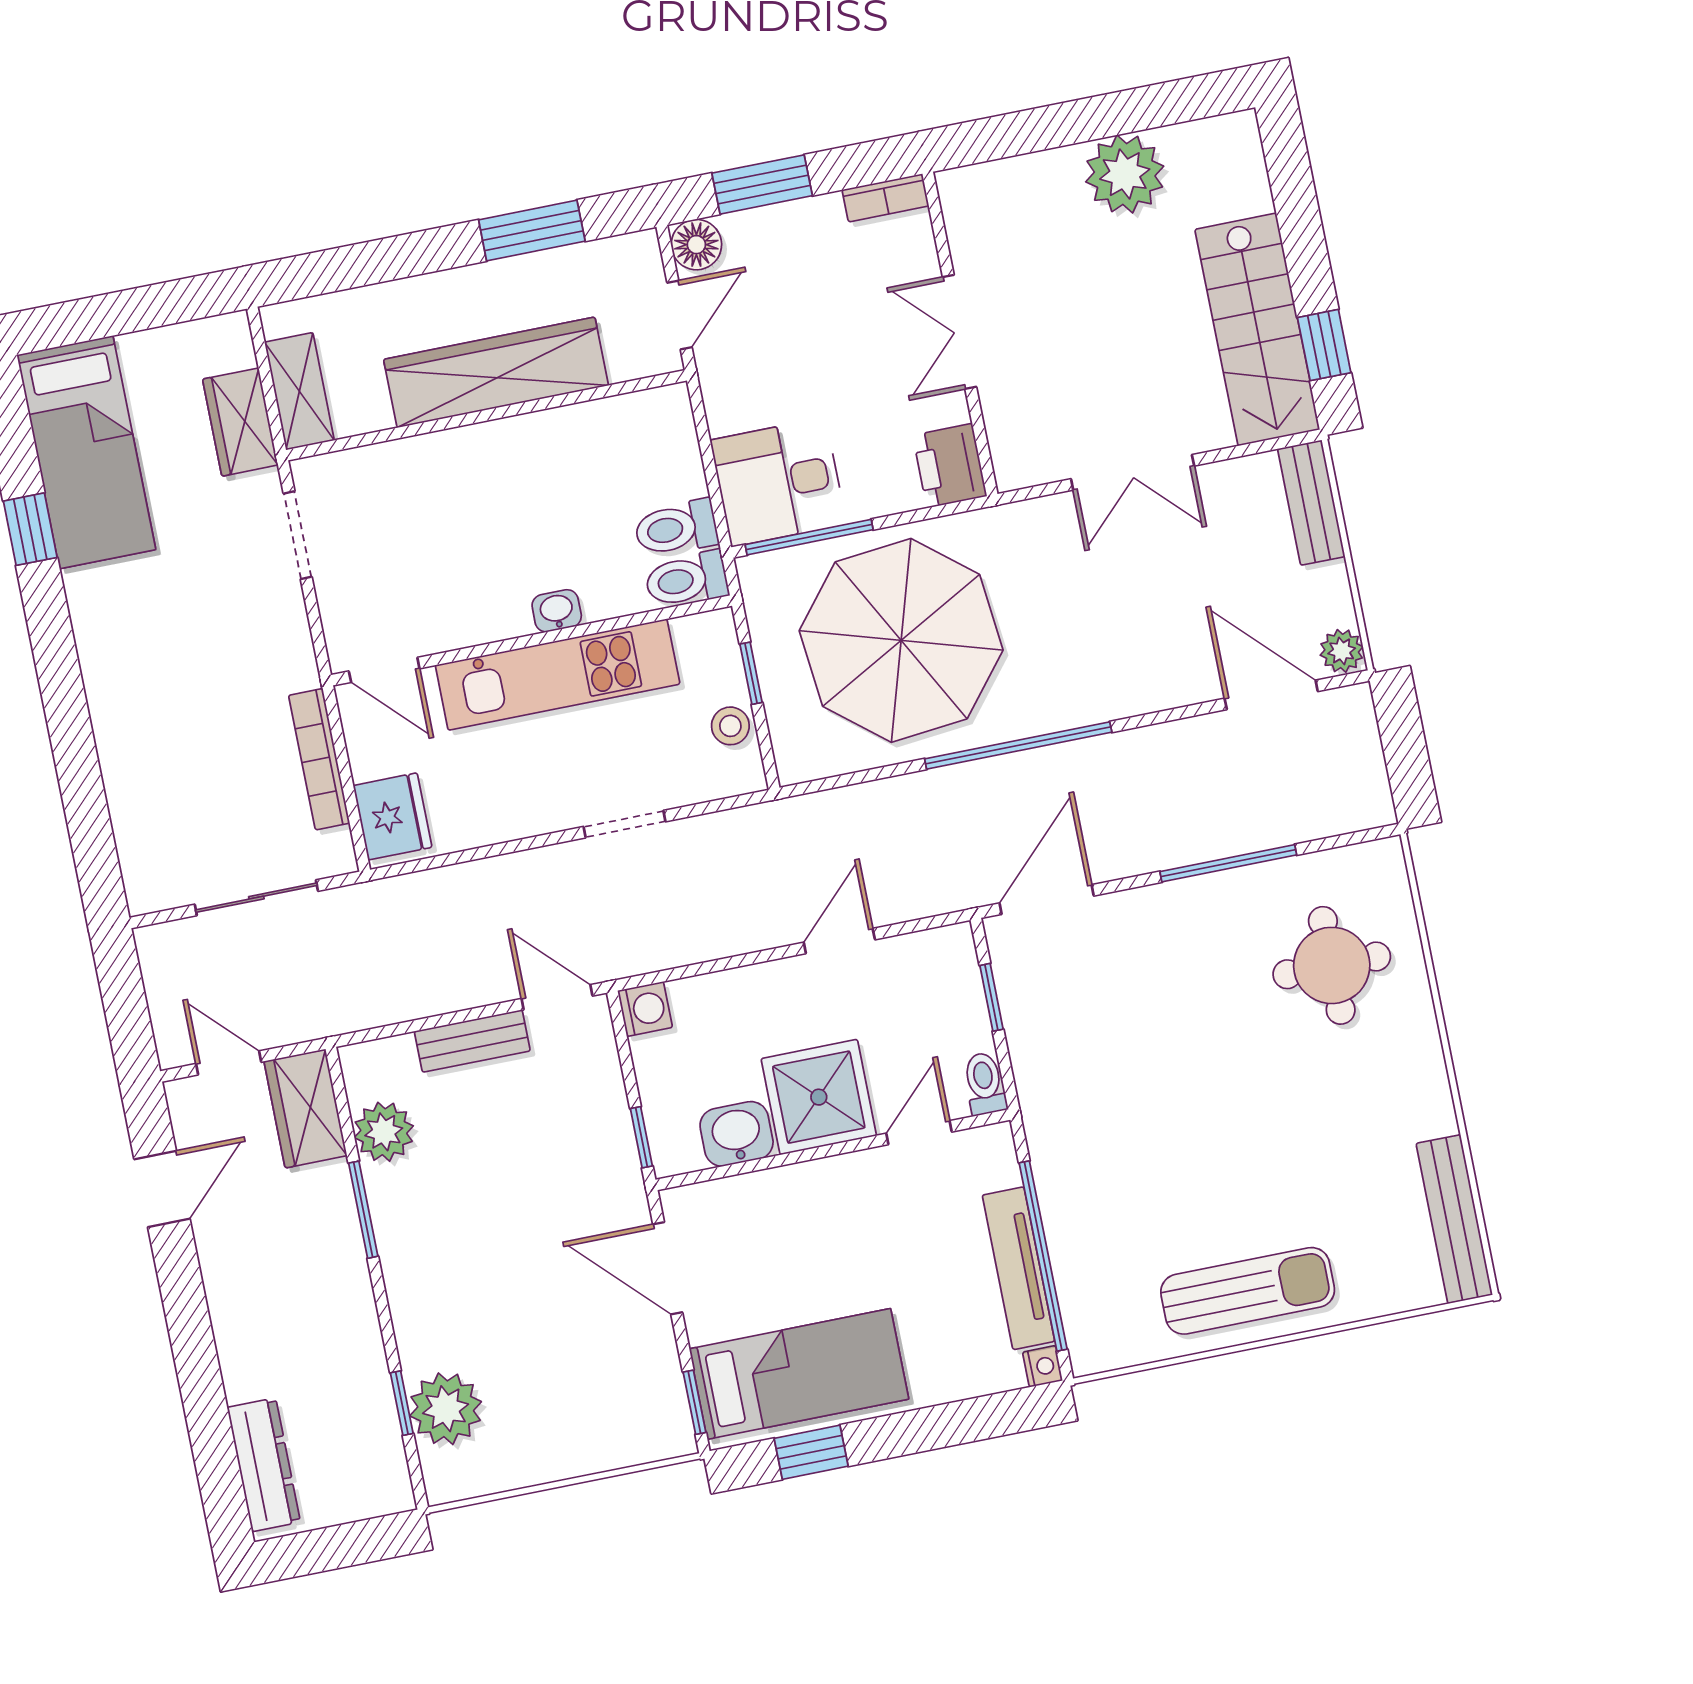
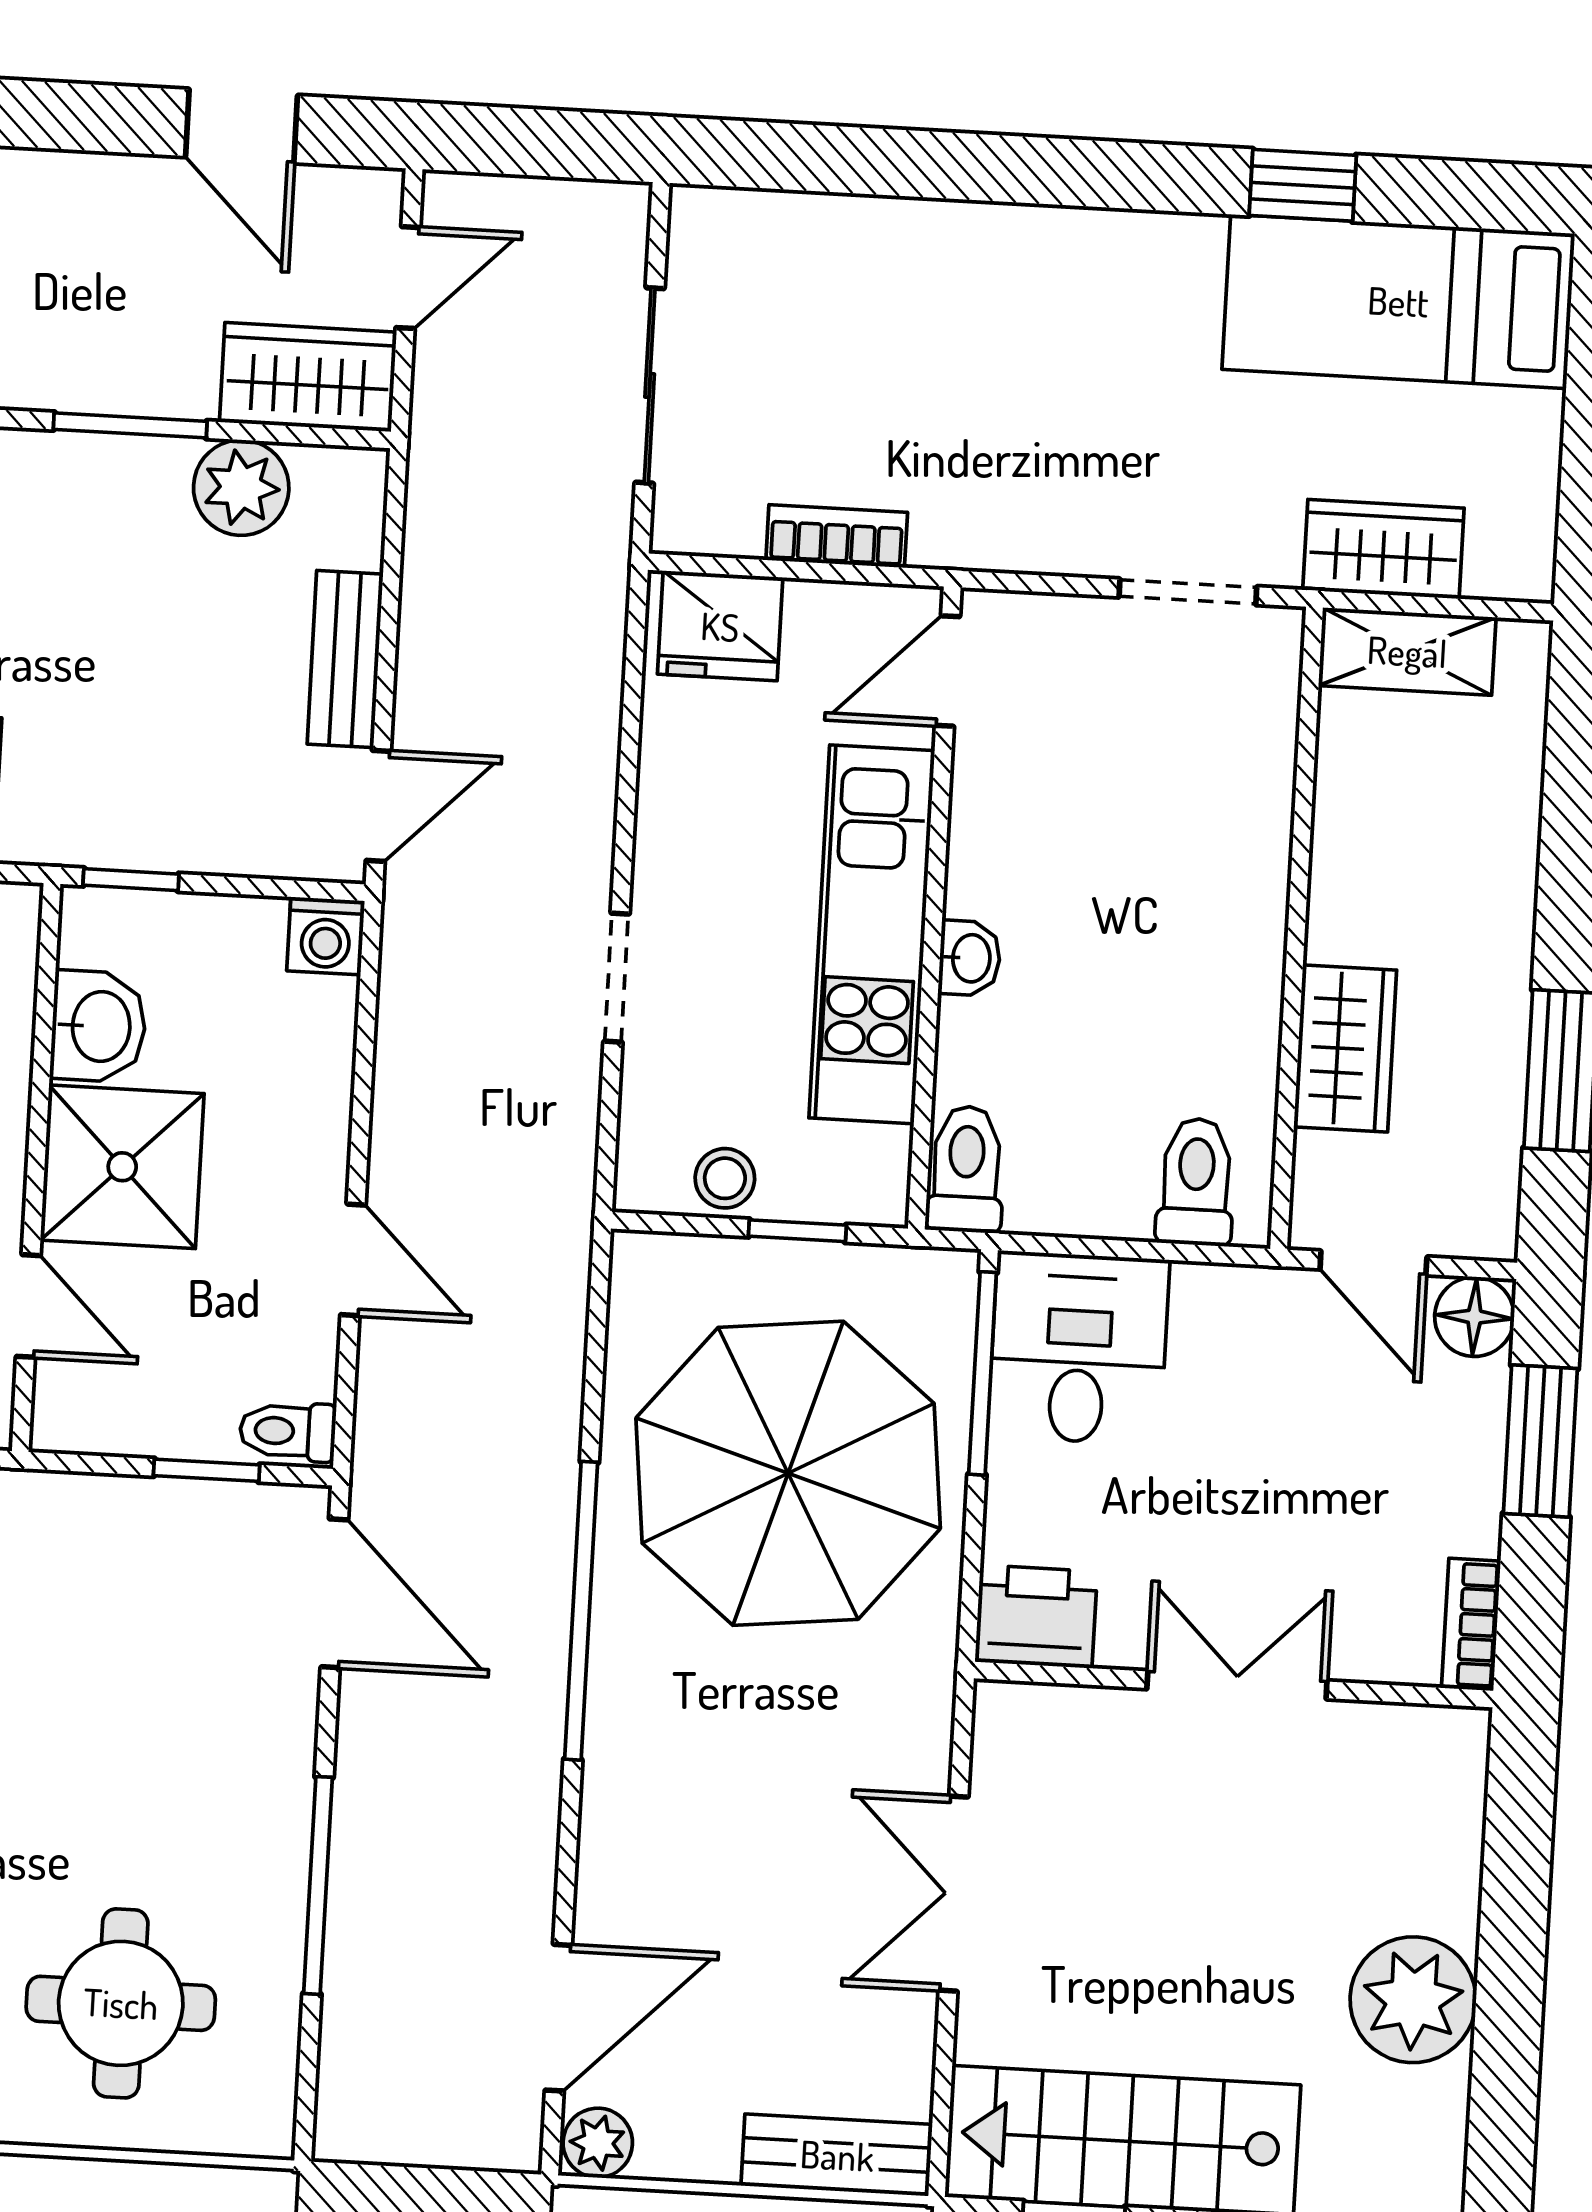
wardrobe: (496, 372) -> (1345, 1048), width x0.48, depth x0.85
toilet: (676, 528) -> (1196, 1182), moved
bookcase: (319, 759) -> (837, 536), width x0.64
toilet: (985, 1084) -> (288, 1431), moved, turned 180

